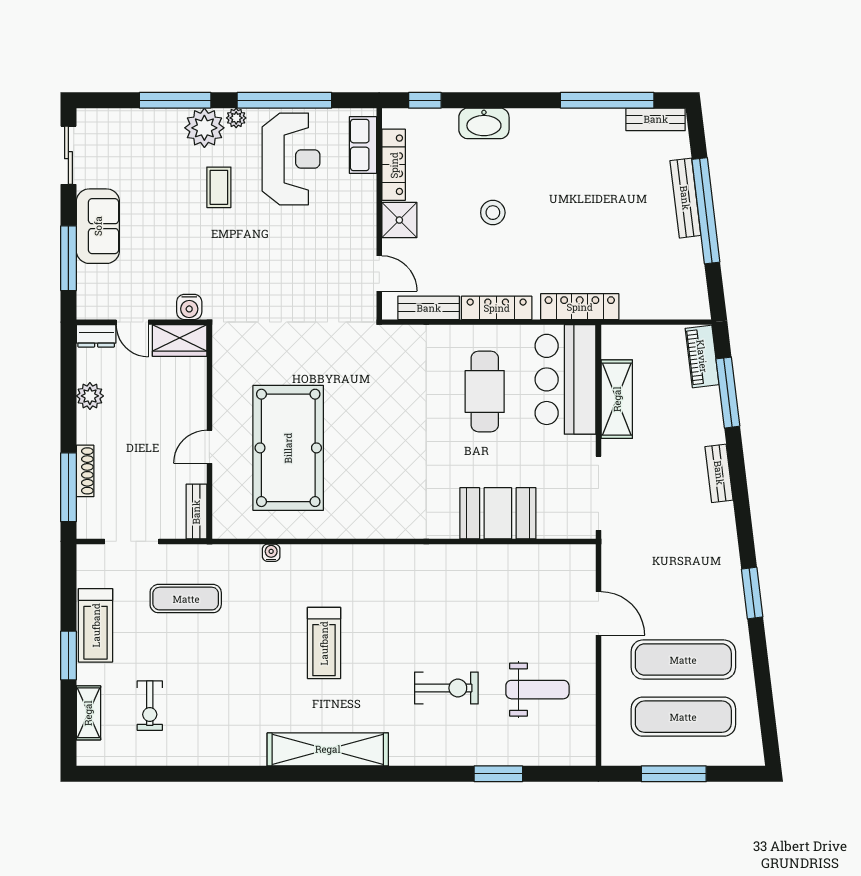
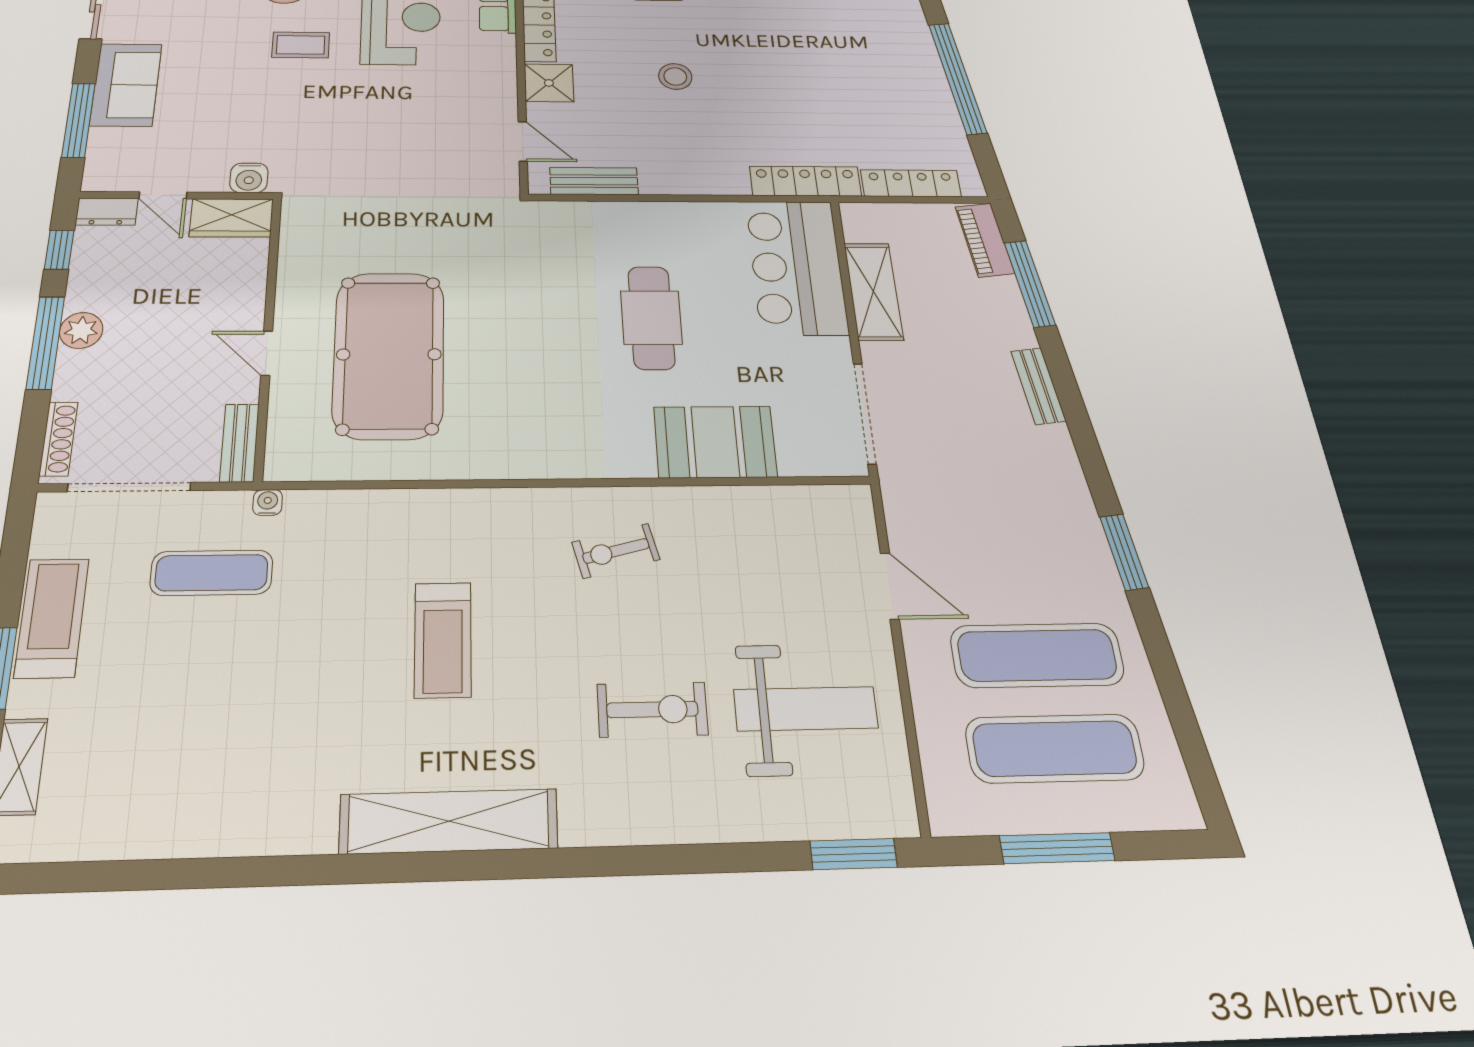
coffee table: (219, 187) -> (301, 45), turned 90
bench: (685, 198) -> (928, 65), removed
locker: (497, 308) -> (911, 183), moved
window: (68, 367) -> (59, 250), added
cafe table: (485, 391) -> (651, 317), moved
plant: (90, 396) -> (81, 330), moved
door: (209, 447) -> (267, 353), hinge flipped
shoe rack: (85, 471) -> (59, 439), moved
window: (68, 487) -> (45, 343), moved
doorway: (132, 541) -> (129, 487), width x1.36
water cooler: (271, 553) -> (268, 502), moved
treadmill: (96, 625) -> (52, 618), turned 180
weight bench: (537, 690) -> (806, 709), width x1.36, depth x1.33
exercise bike: (150, 706) -> (616, 551), moved, turned 76
window: (498, 774) -> (854, 854), moved

